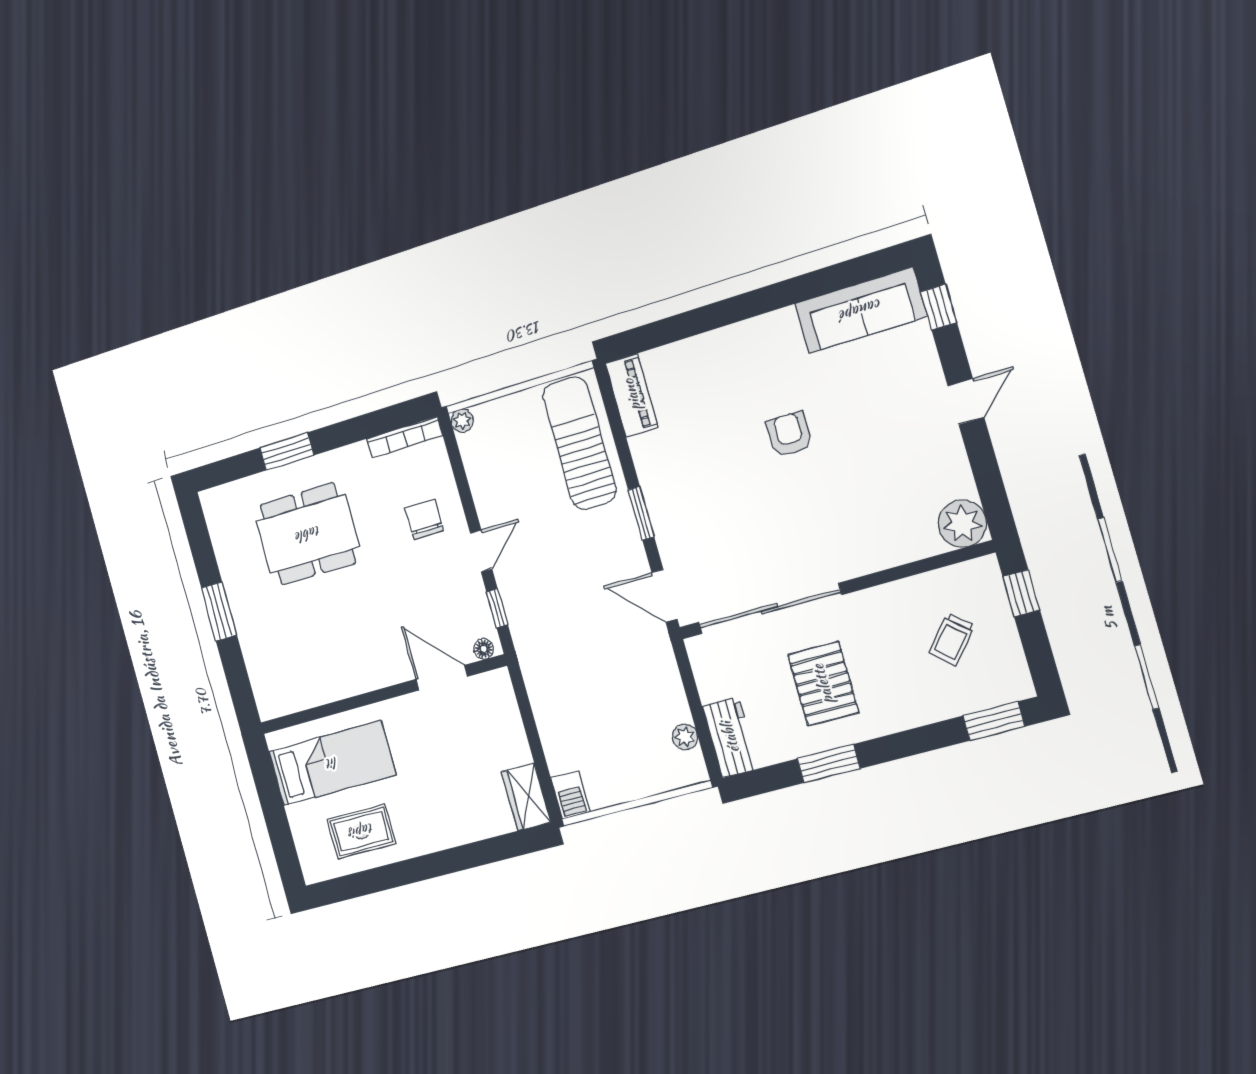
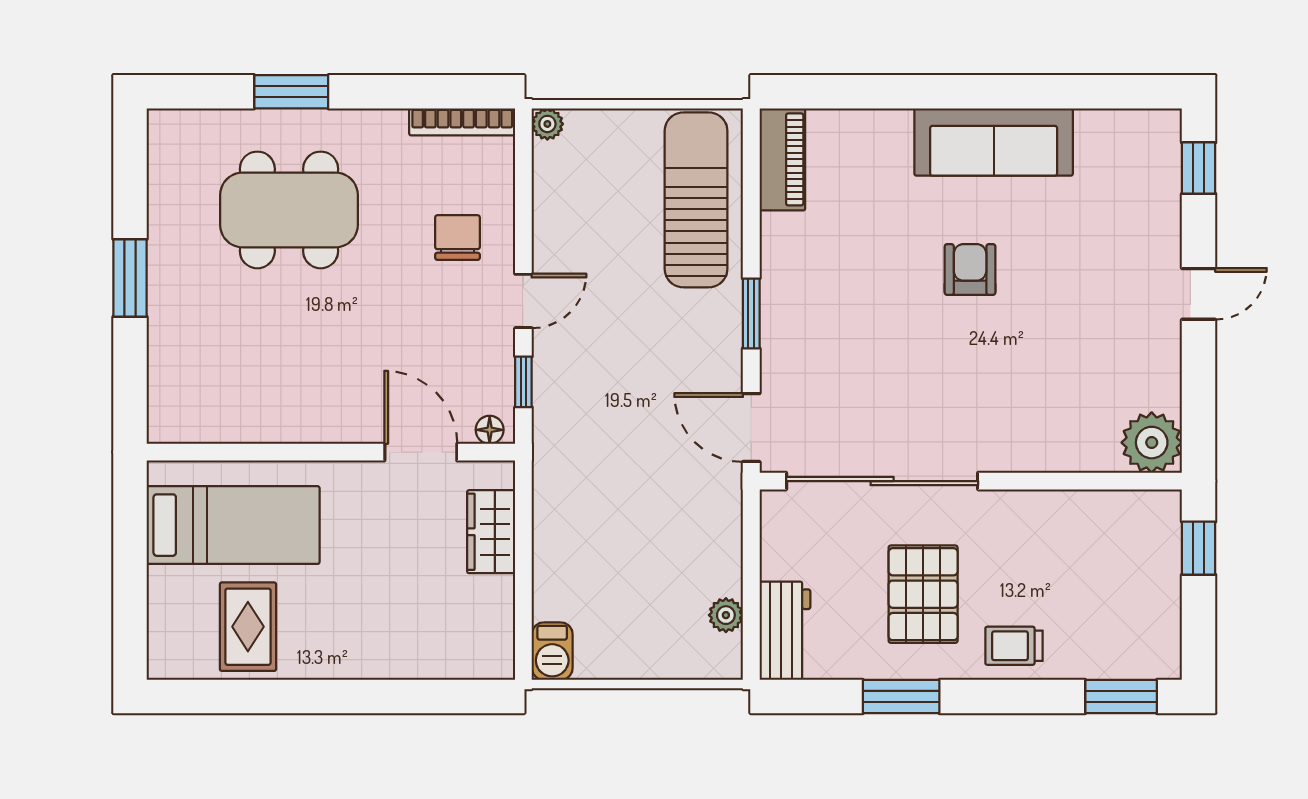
sofa: (861, 310) -> (994, 142), moved
trolley: (952, 639) -> (1014, 646), moved, turned 49
wardrobe: (526, 797) -> (491, 532), moved
rug: (361, 831) -> (248, 627), turned 90

